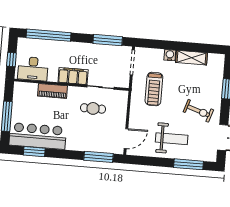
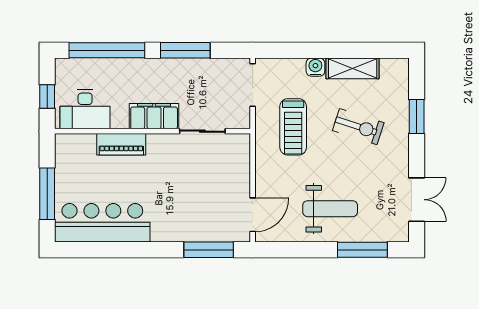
window: (108, 40) -> (185, 50), moved
cafe table: (93, 108) -> (192, 168), removed
exercise bike: (198, 111) -> (358, 127), moved
window: (34, 152) -> (99, 250), removed

